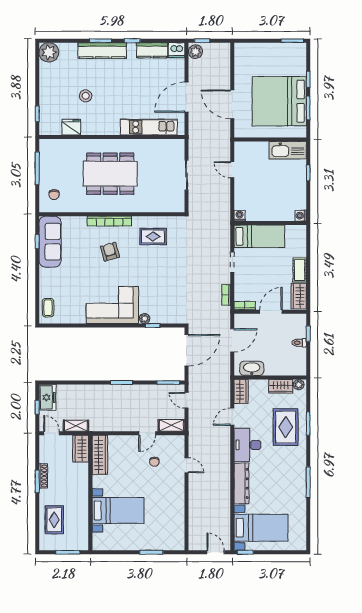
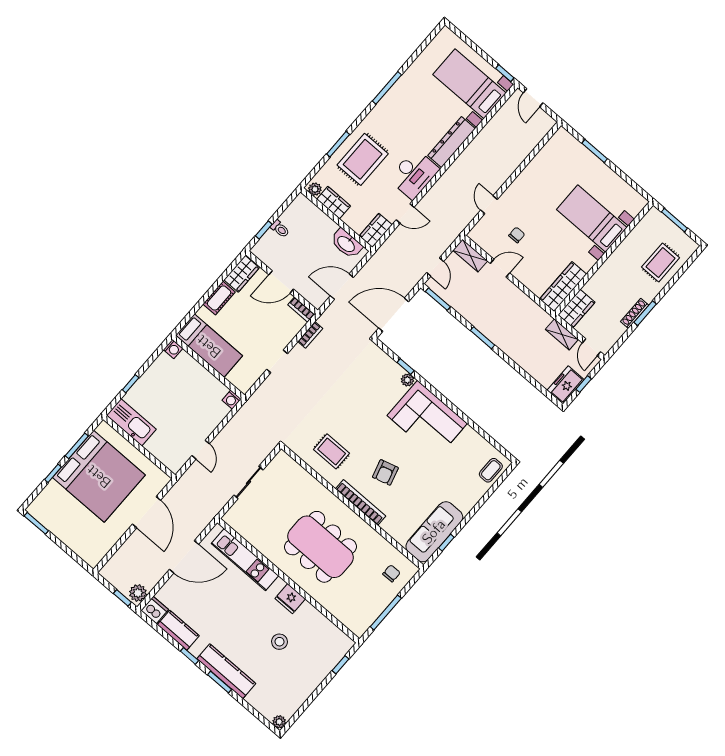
plant: (49, 52) -> (279, 722), width x0.53, depth x0.53
fridge: (71, 127) -> (290, 599), moved
bed: (259, 236) -> (209, 346), moved, turned 180

